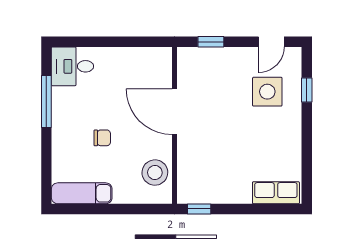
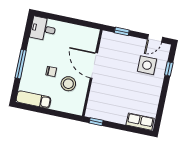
window: (46, 102) -> (21, 64), moved
stool: (155, 173) -> (68, 84), moved

